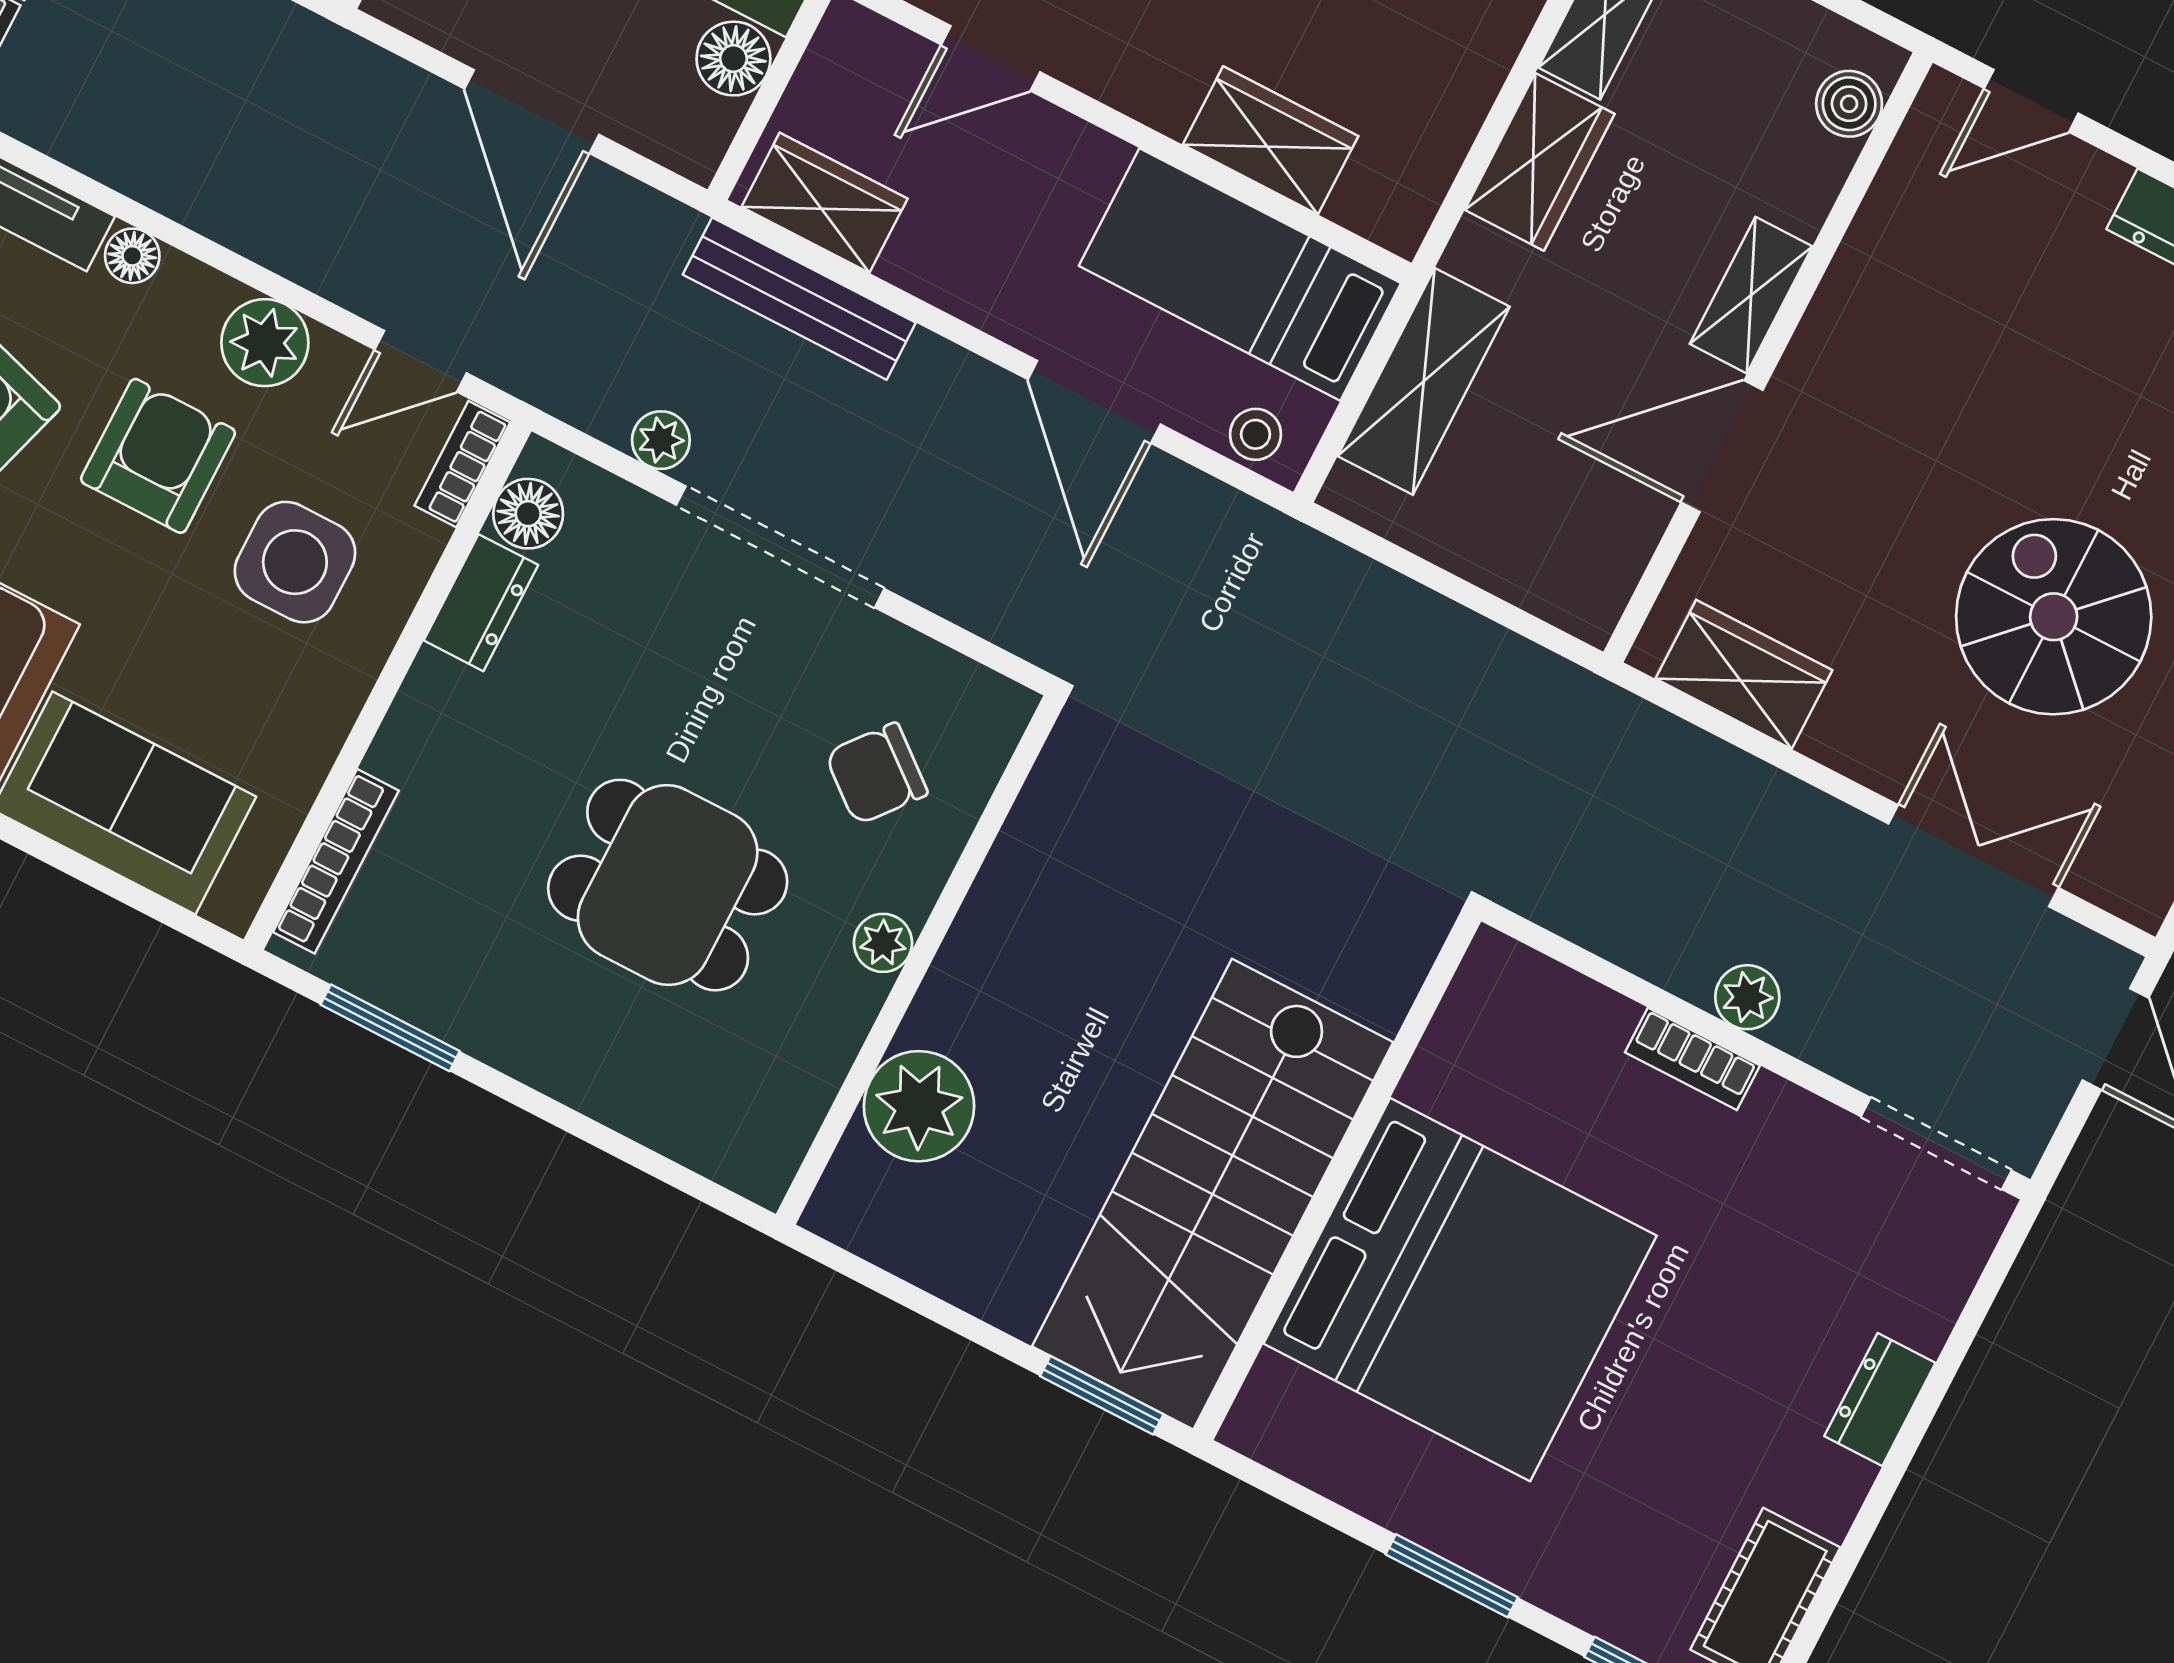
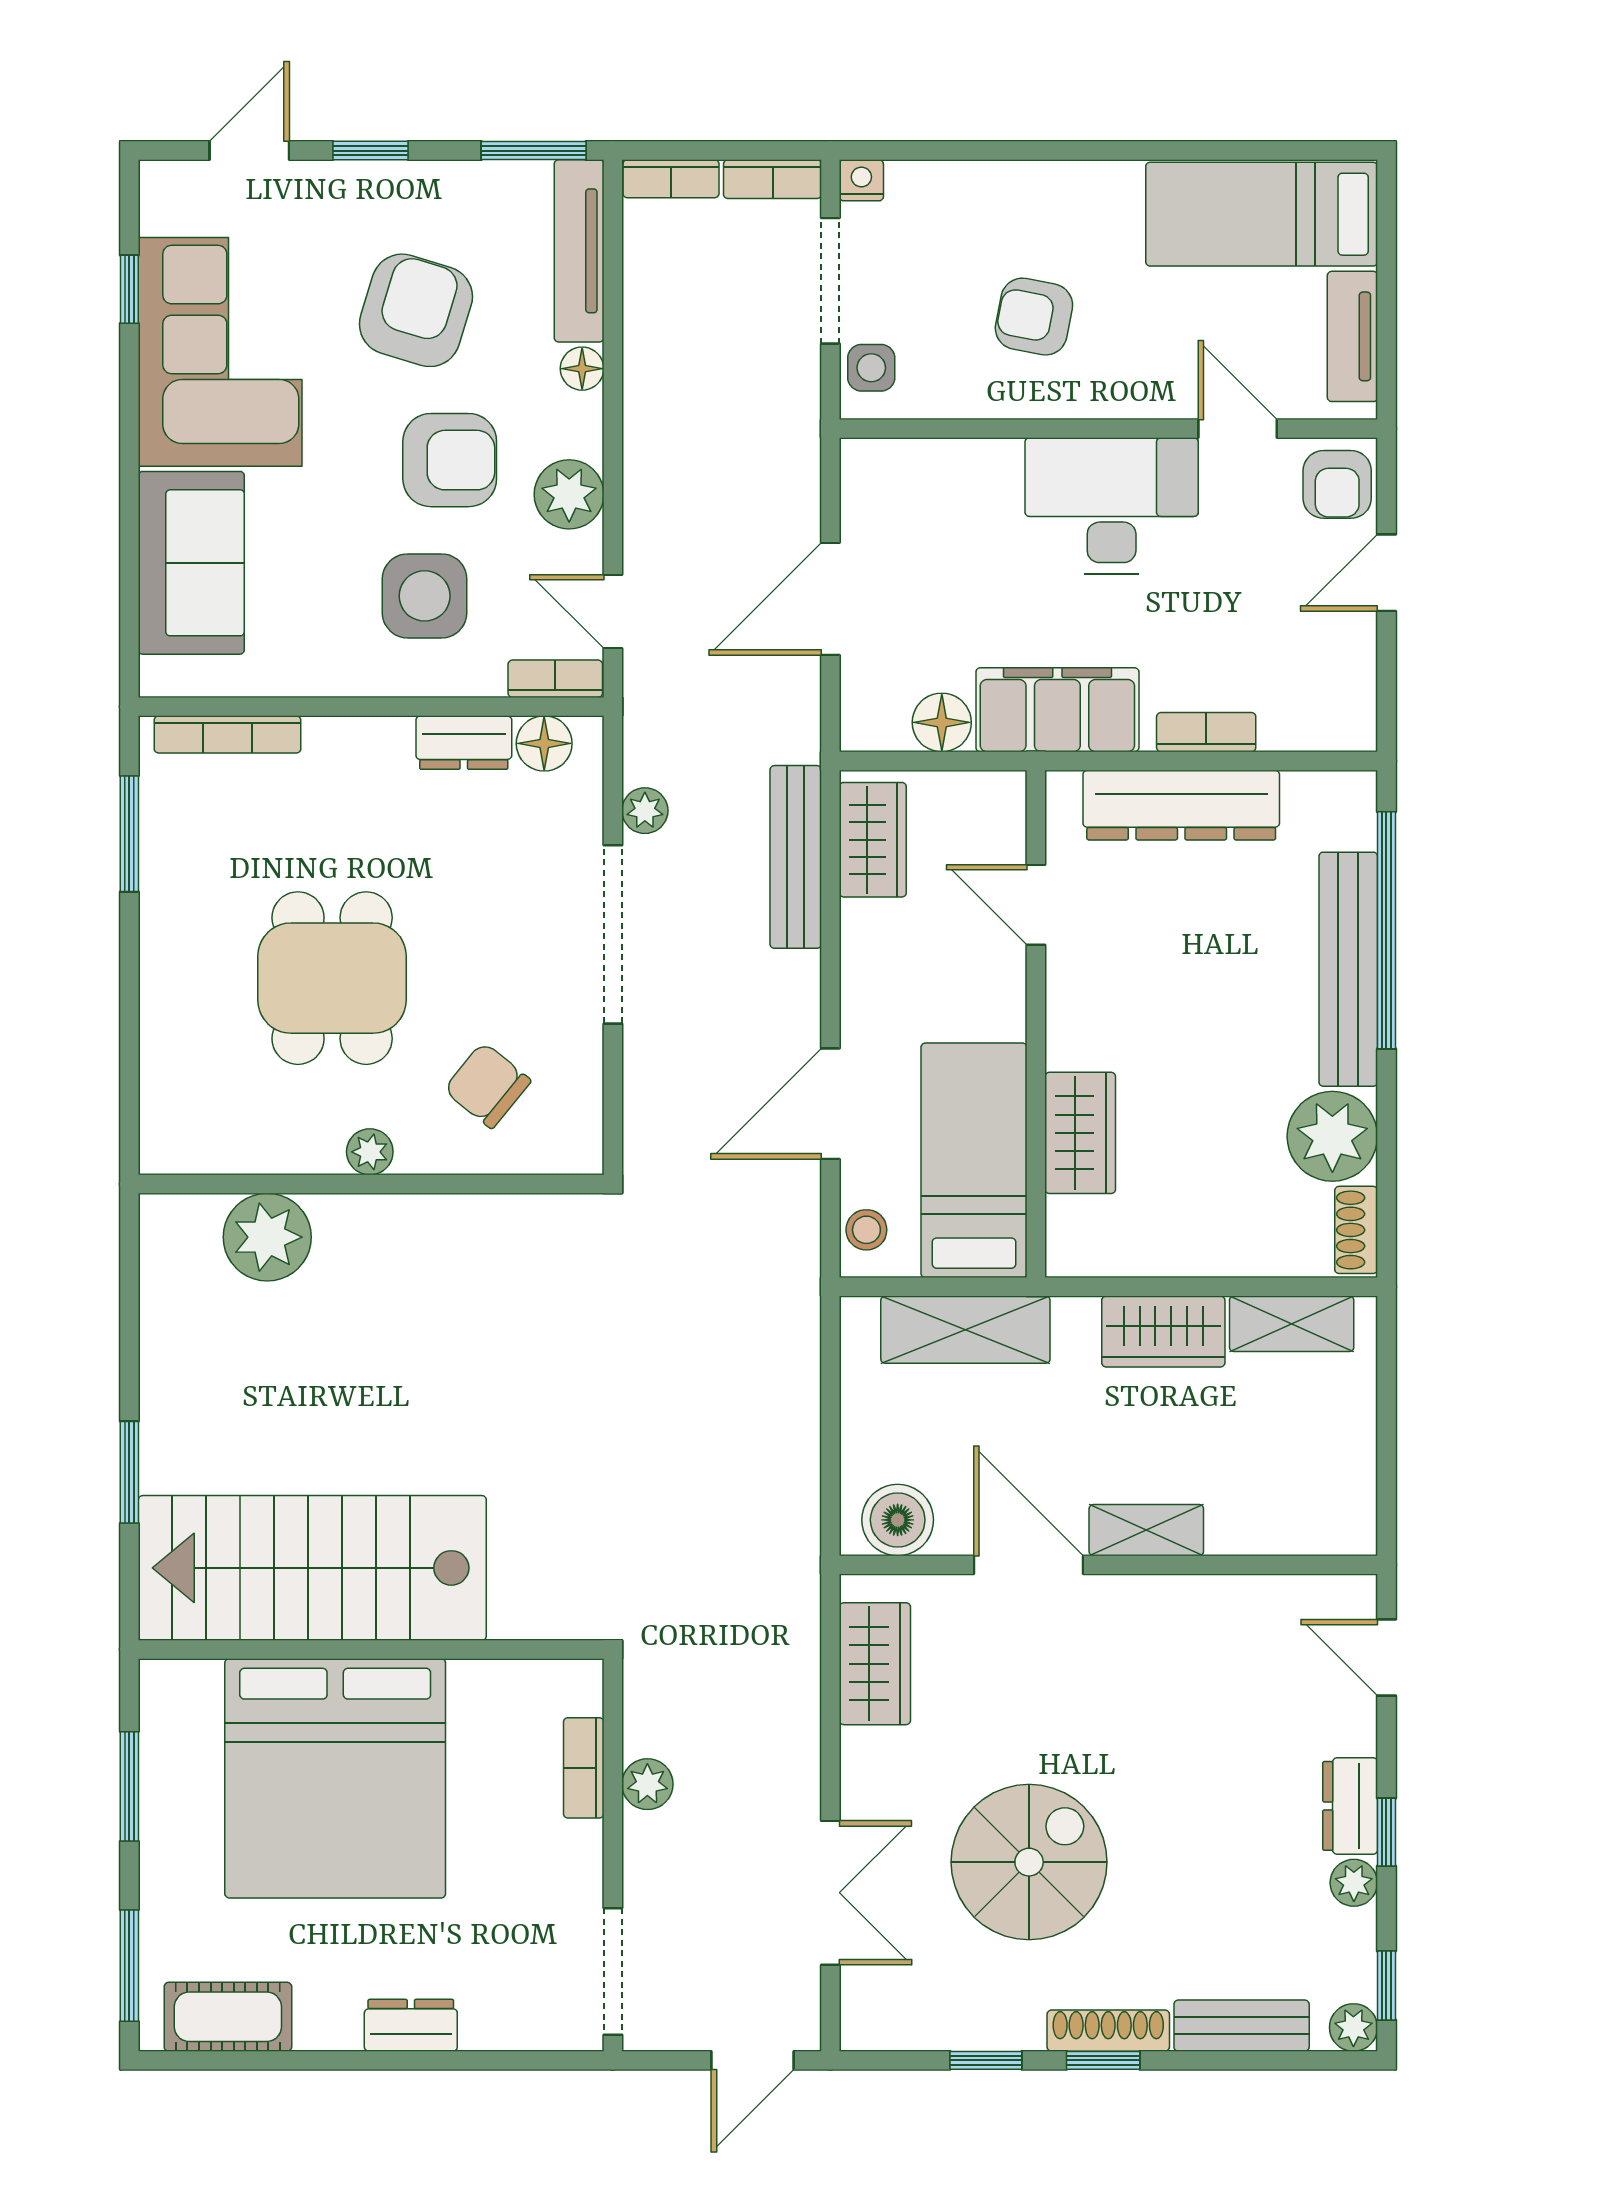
boiler: (1849, 104) -> (898, 1520), moved, width x1.36, depth x1.36
wall: (1337, 1176) -> (371, 1649), moved
stairs: (1213, 1194) -> (312, 1568), moved
bed: (1460, 1290) -> (335, 1778), moved

